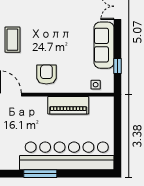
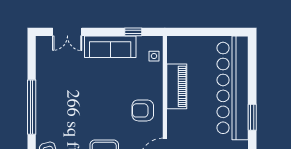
window: (40, 174) -> (252, 117), width x0.69

